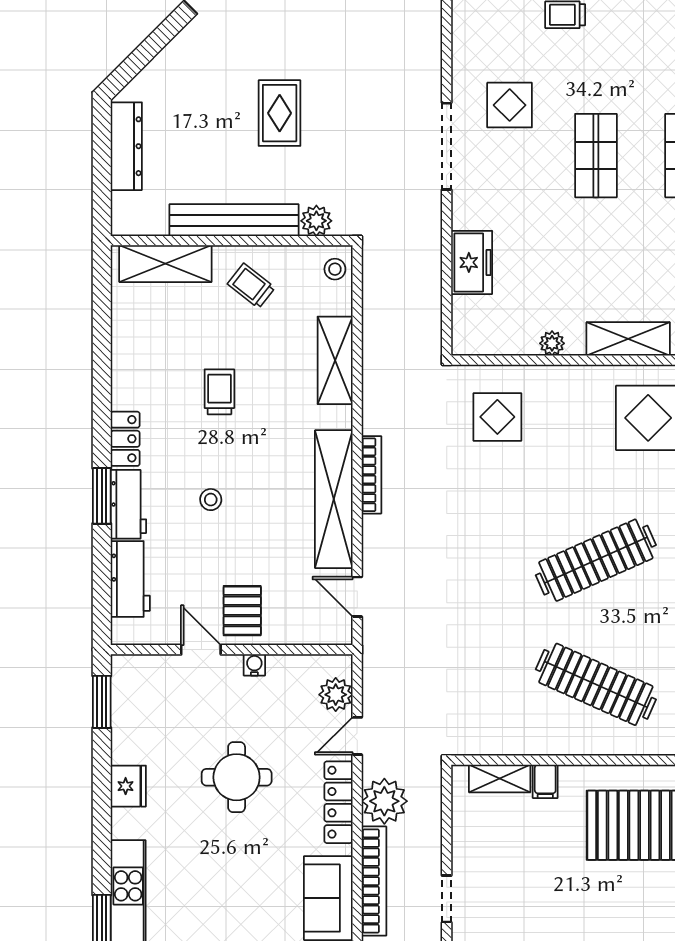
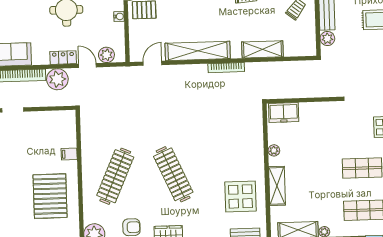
freezer: (472, 262) -> (284, 113), moved
stool: (335, 269) -> (305, 48), removed
display table: (497, 417) -> (239, 126), removed
bookcase: (371, 475) -> (226, 68), moved
shelving: (500, 778) -> (70, 133), removed
locker: (338, 802) -> (63, 58), width x0.66

